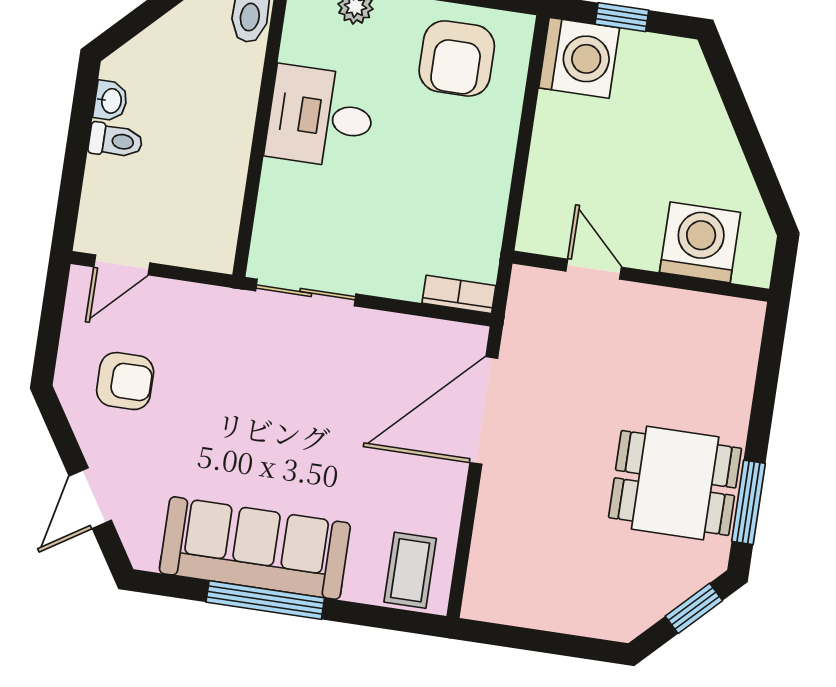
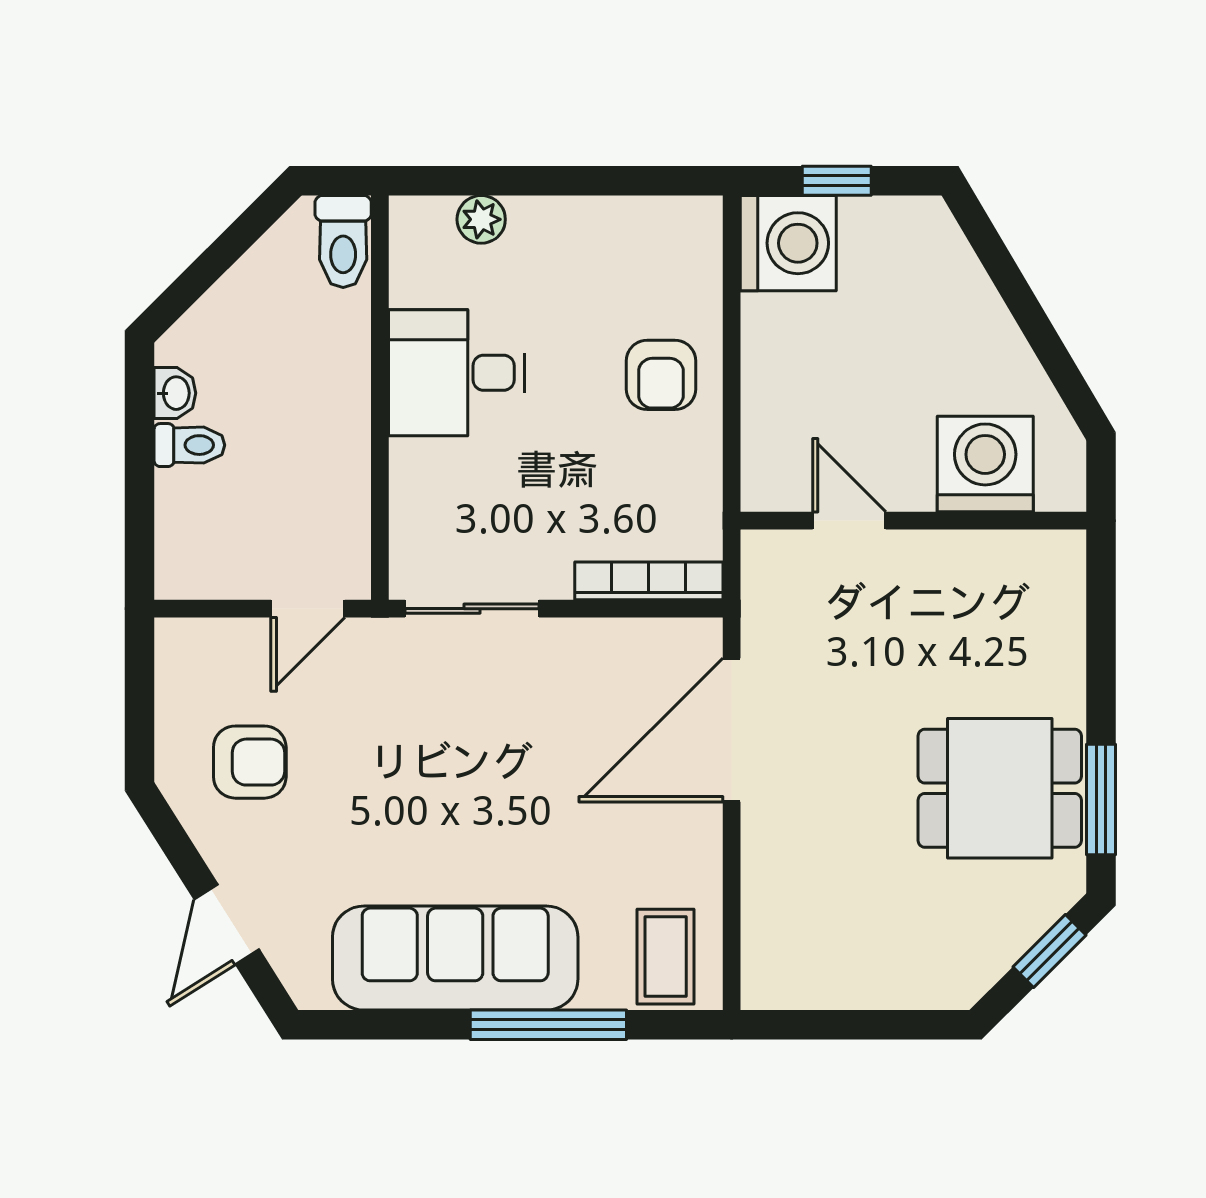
armchair: (457, 58) -> (661, 375), moved, width x0.72, depth x0.72
door: (122, 265) -> (308, 609), moved
bookcase: (459, 294) -> (649, 581), width x1.56
window: (265, 600) -> (548, 1025), moved

